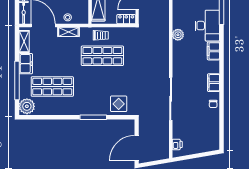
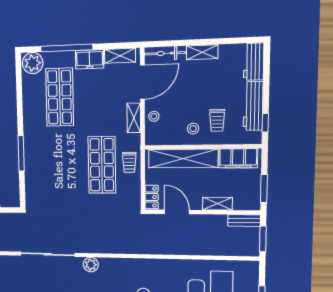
plant: (178, 35) -> (91, 265), moved
display table: (119, 104) -> (39, 187), removed

